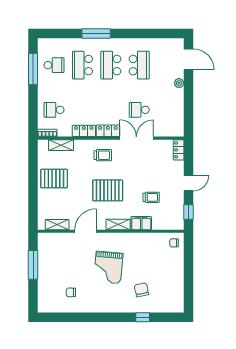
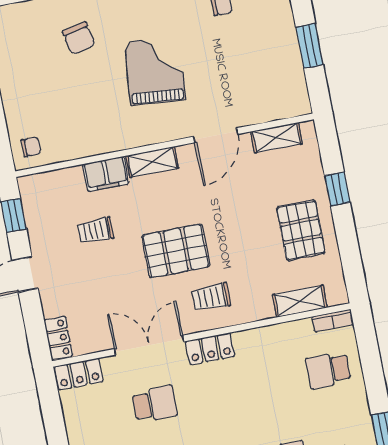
school desk: (54, 110) -> (328, 370), turned 180
locker: (84, 131) -> (79, 374), moved
double door: (136, 138) -> (149, 345), swing flipped
pallet: (54, 179) -> (301, 230), turned 90
pallet: (108, 190) -> (176, 251), moved
window: (33, 195) -> (337, 189), added
window: (33, 265) -> (310, 46), width x0.69

